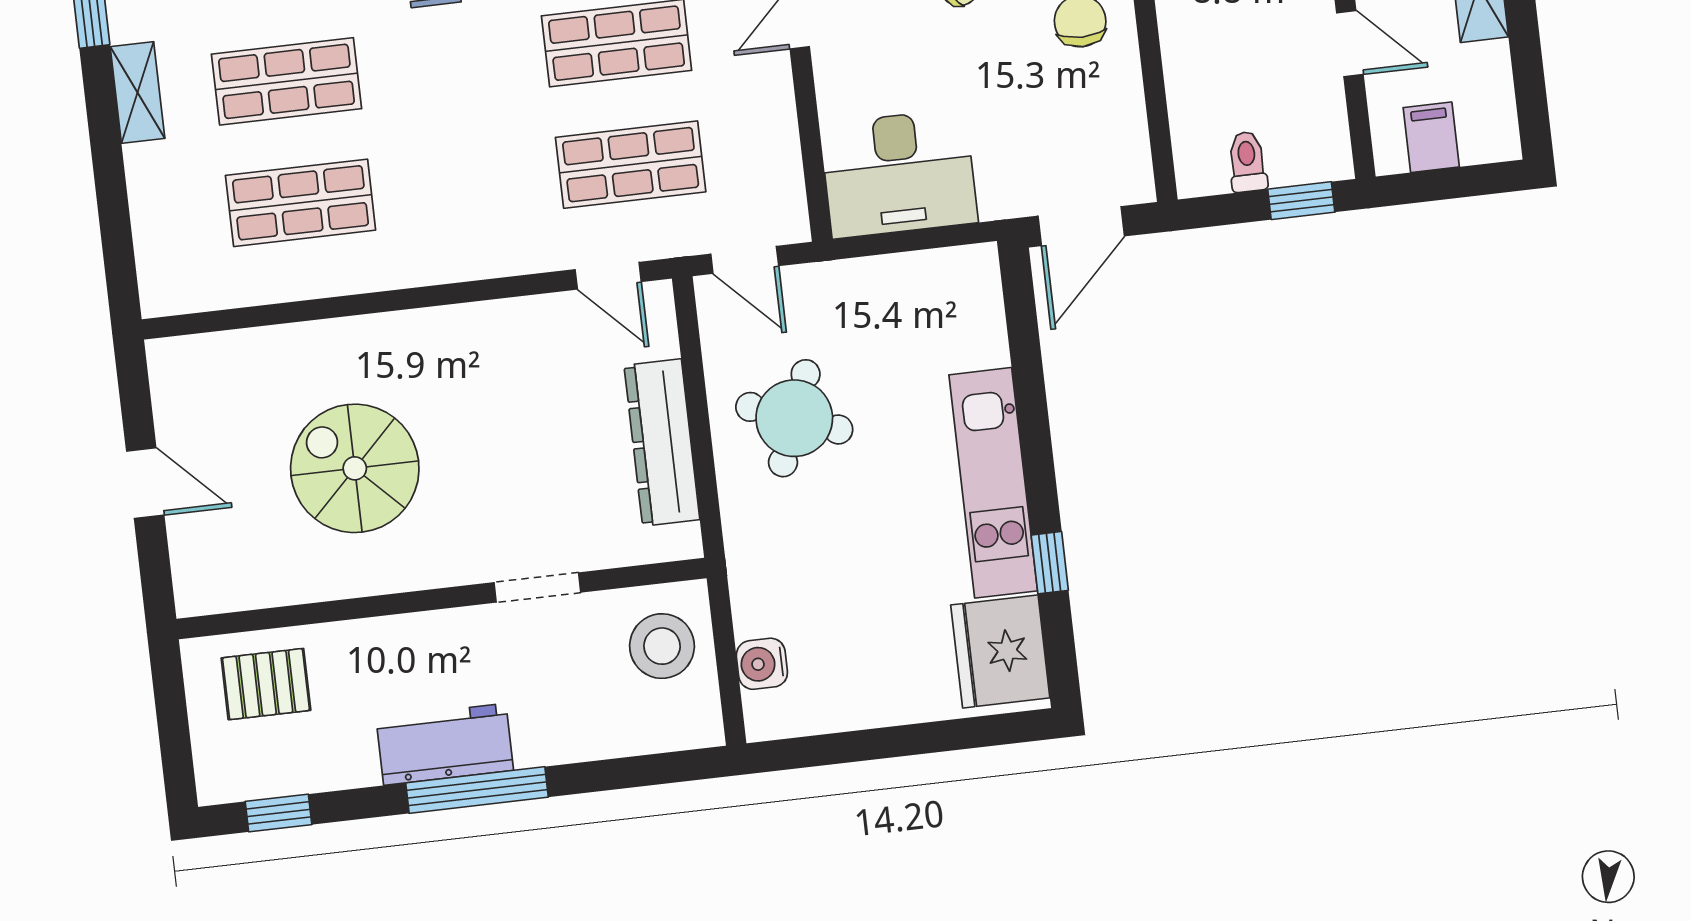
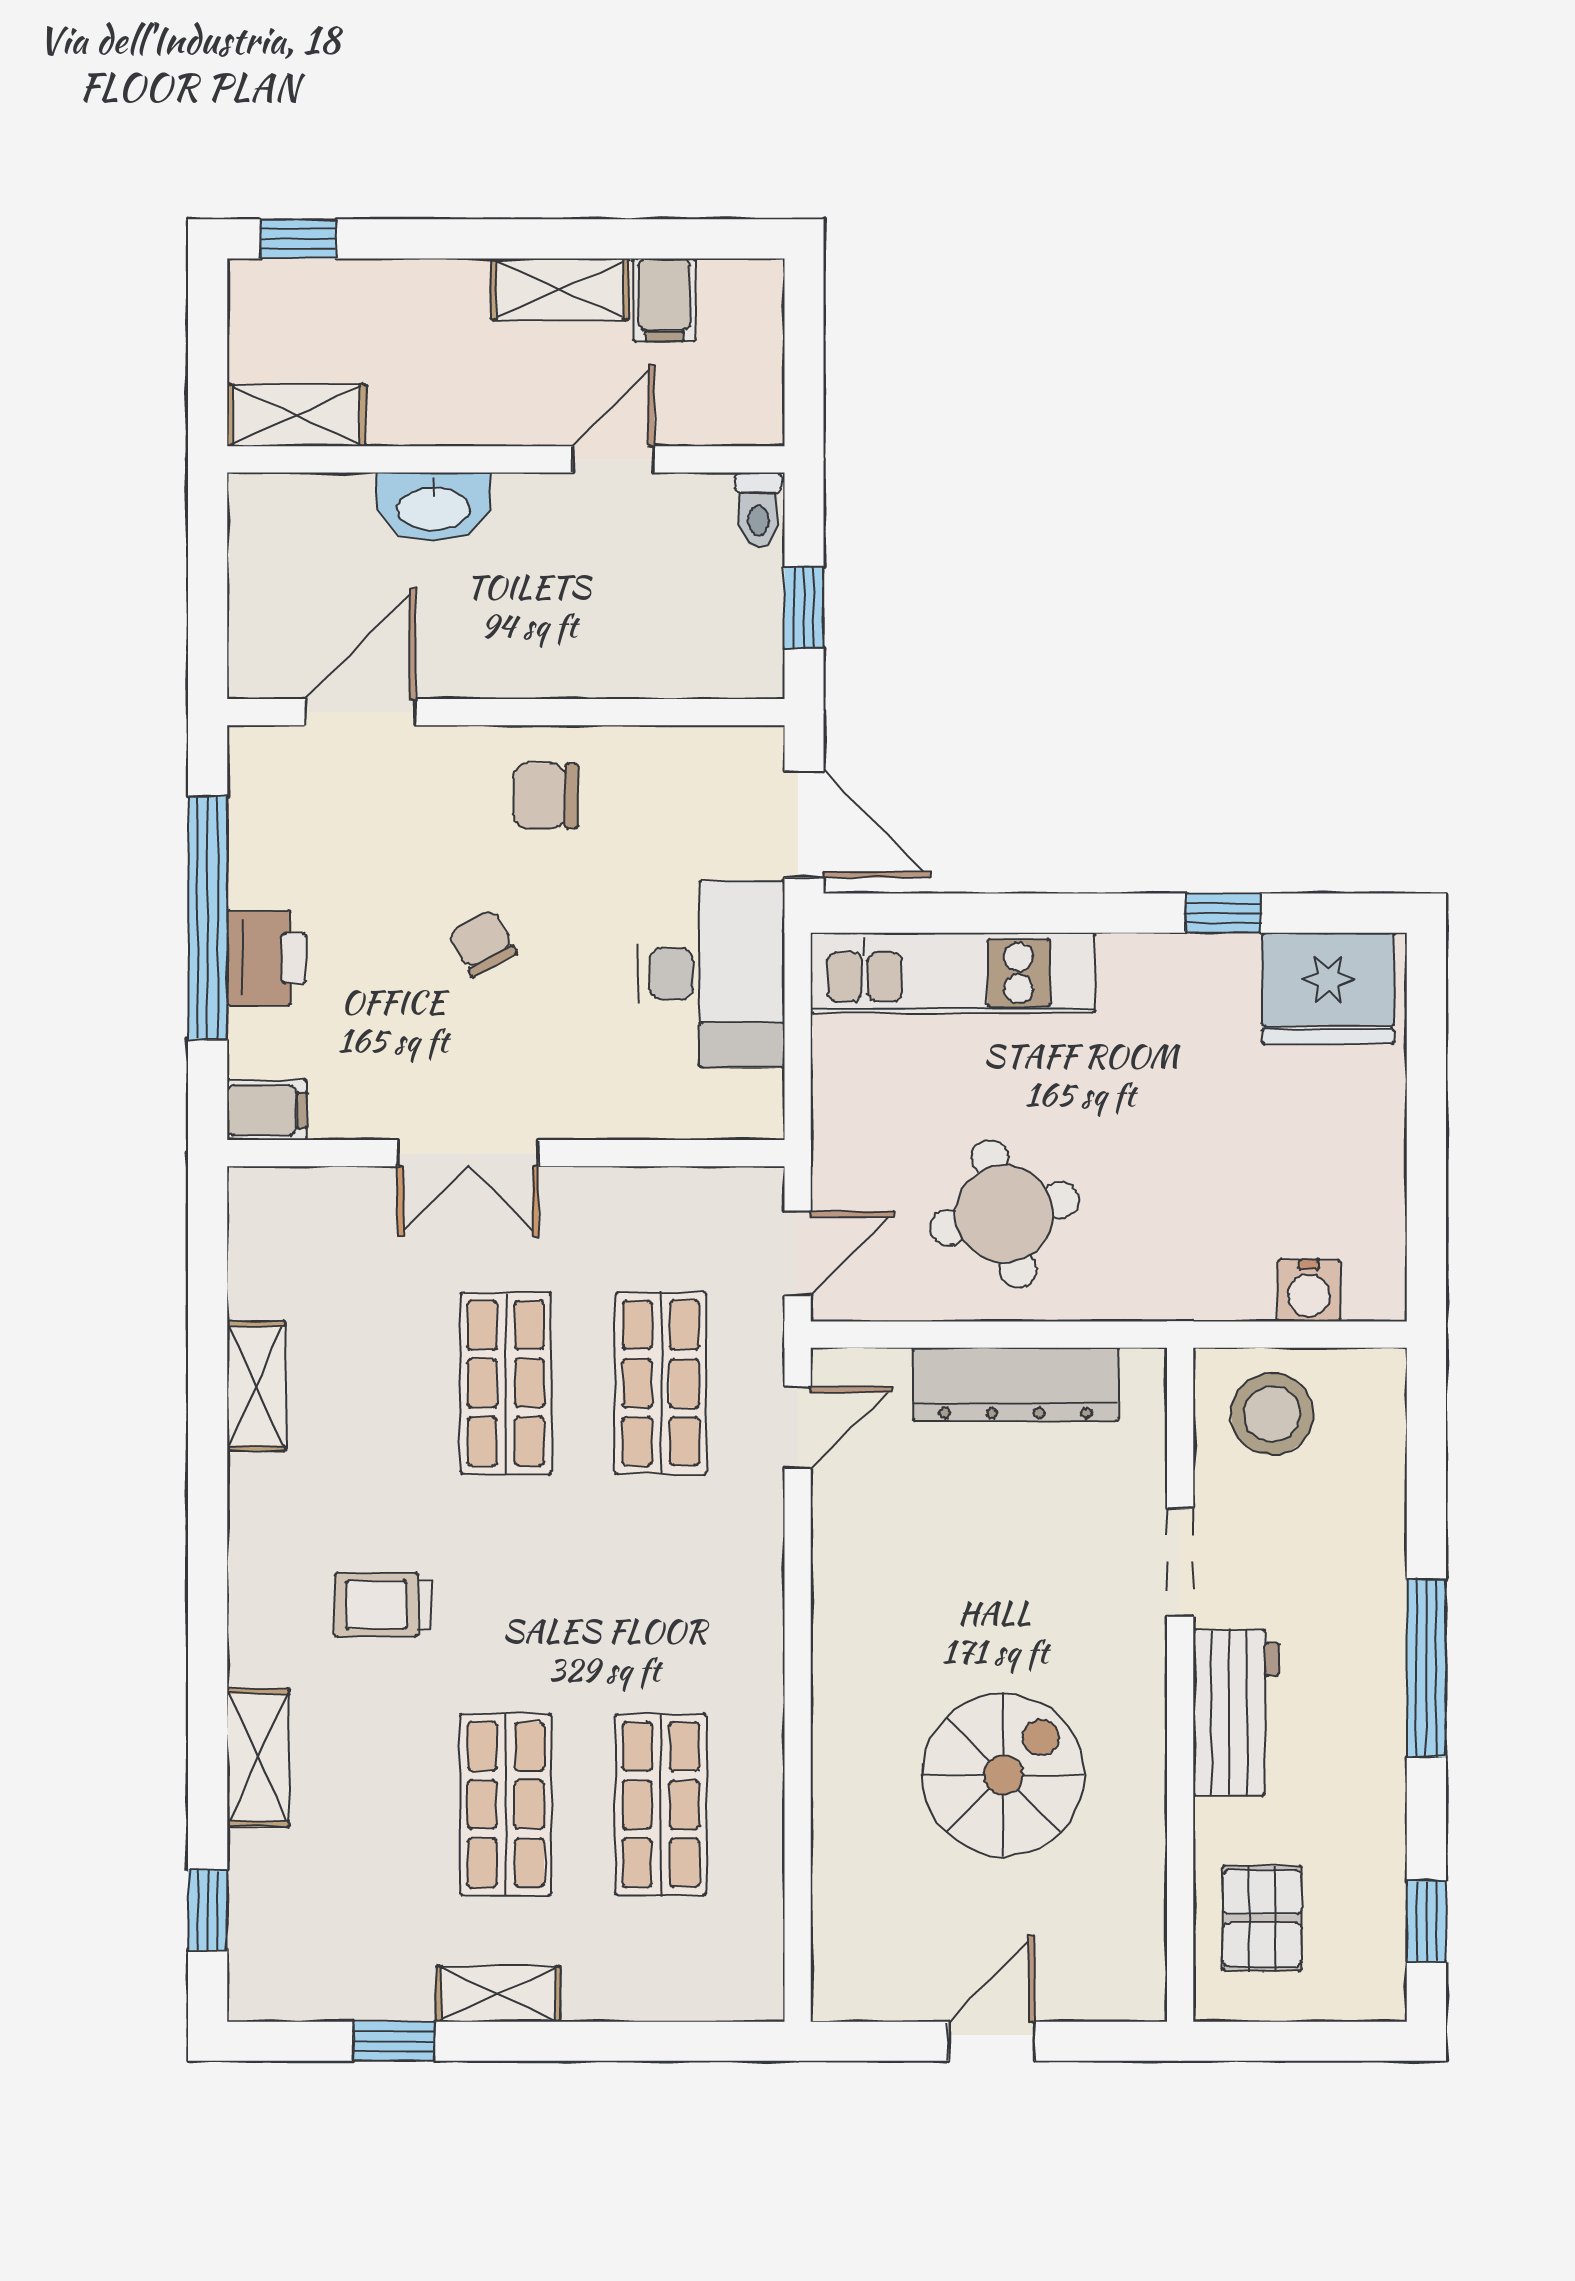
filing cabinet: (1431, 137) -> (664, 300), moved, turned -90
toilet: (1247, 162) -> (758, 510), moved, turned -90
desk: (899, 174) -> (711, 974), moved
window: (1301, 201) -> (804, 608), moved
round table: (794, 418) -> (1004, 1214), turned -35
spiral stairs: (355, 468) -> (1003, 1775), turned 180
kitchen unit: (993, 483) -> (953, 973), moved
workbench: (445, 744) -> (1236, 1712), moved, turned 180

